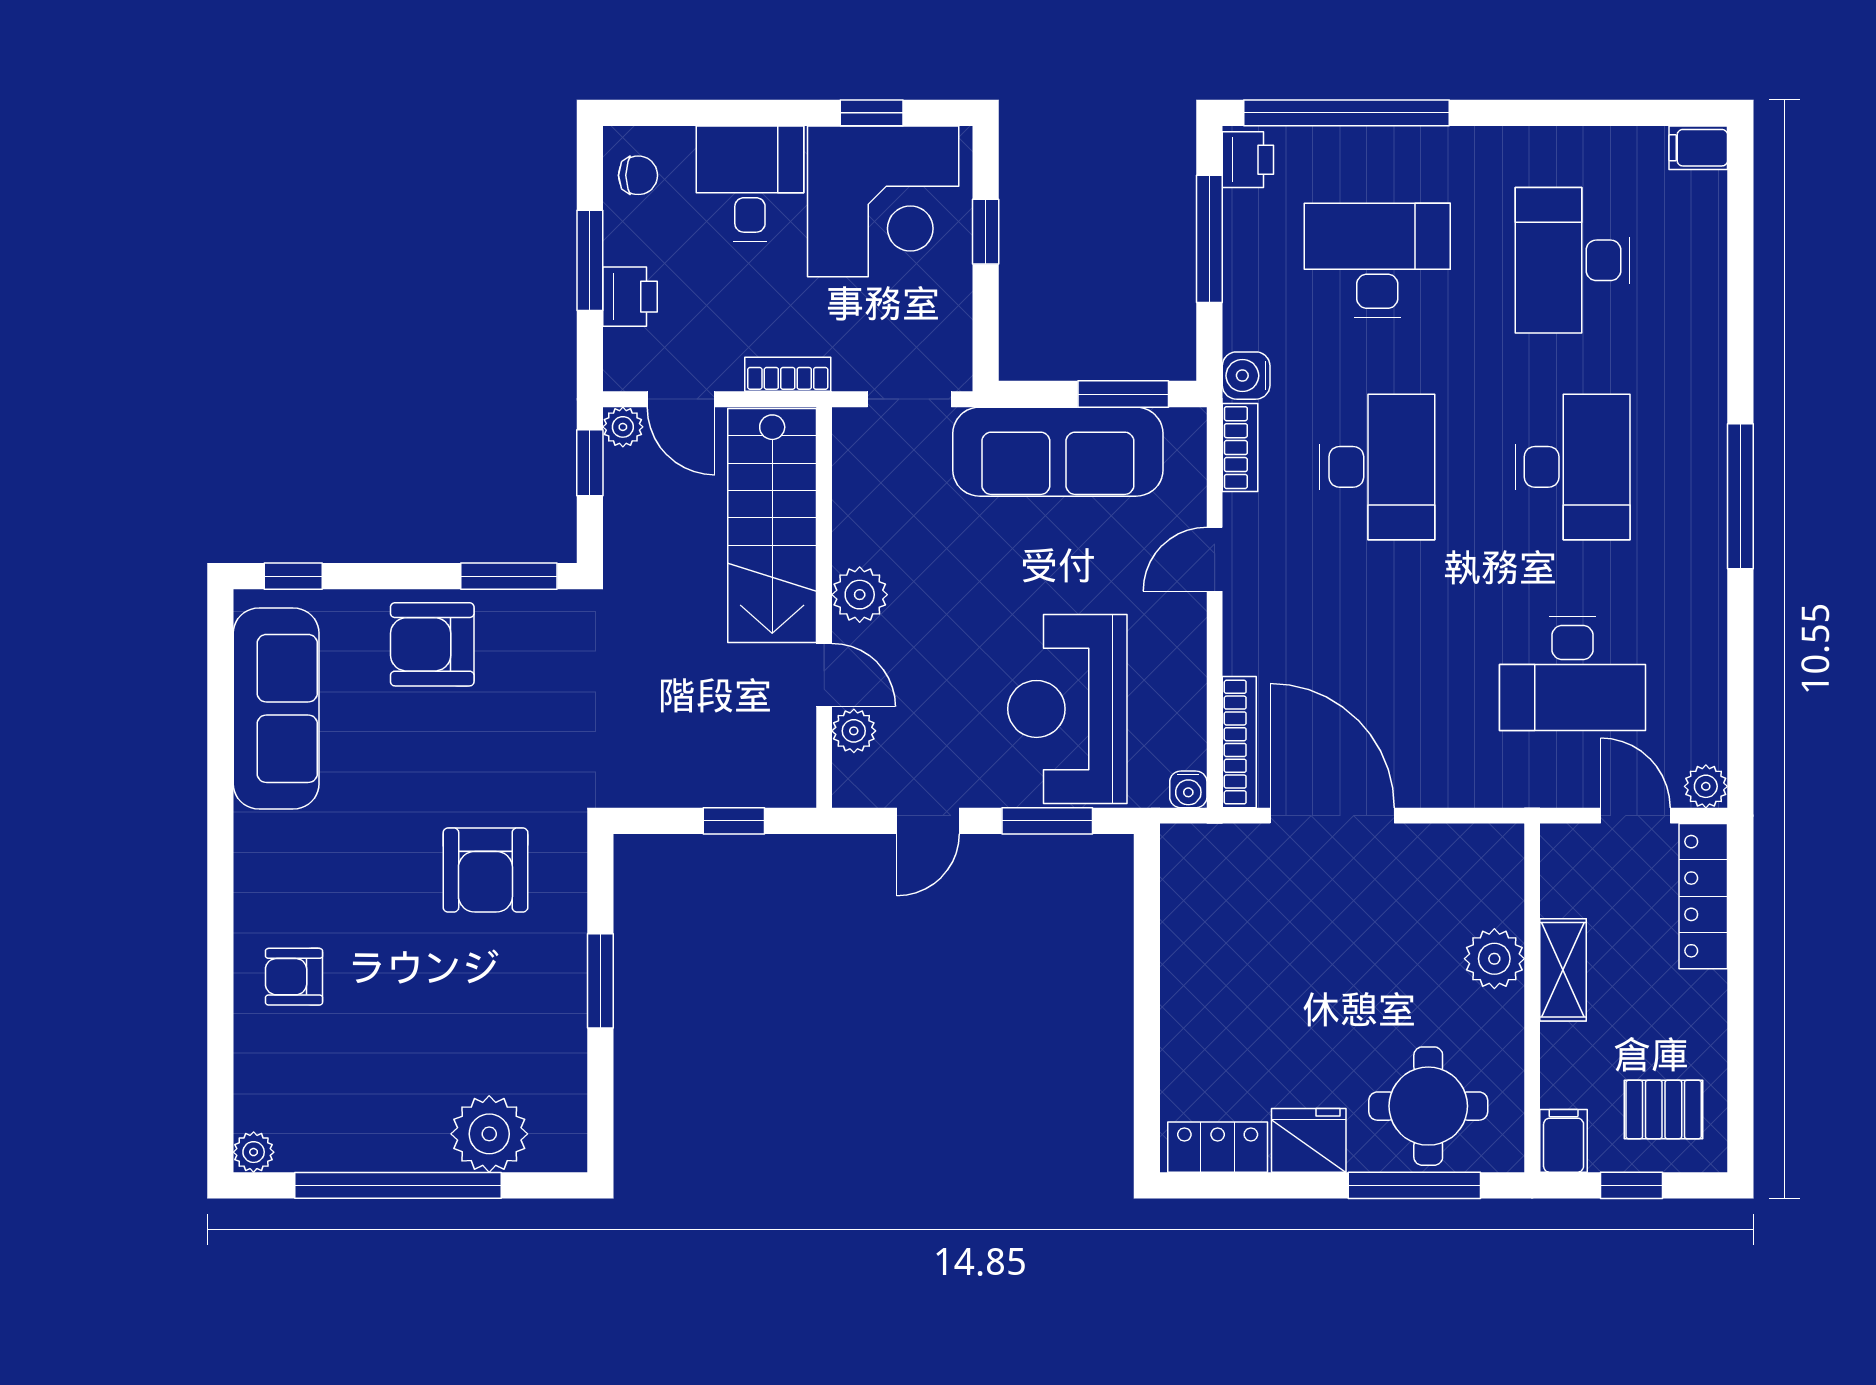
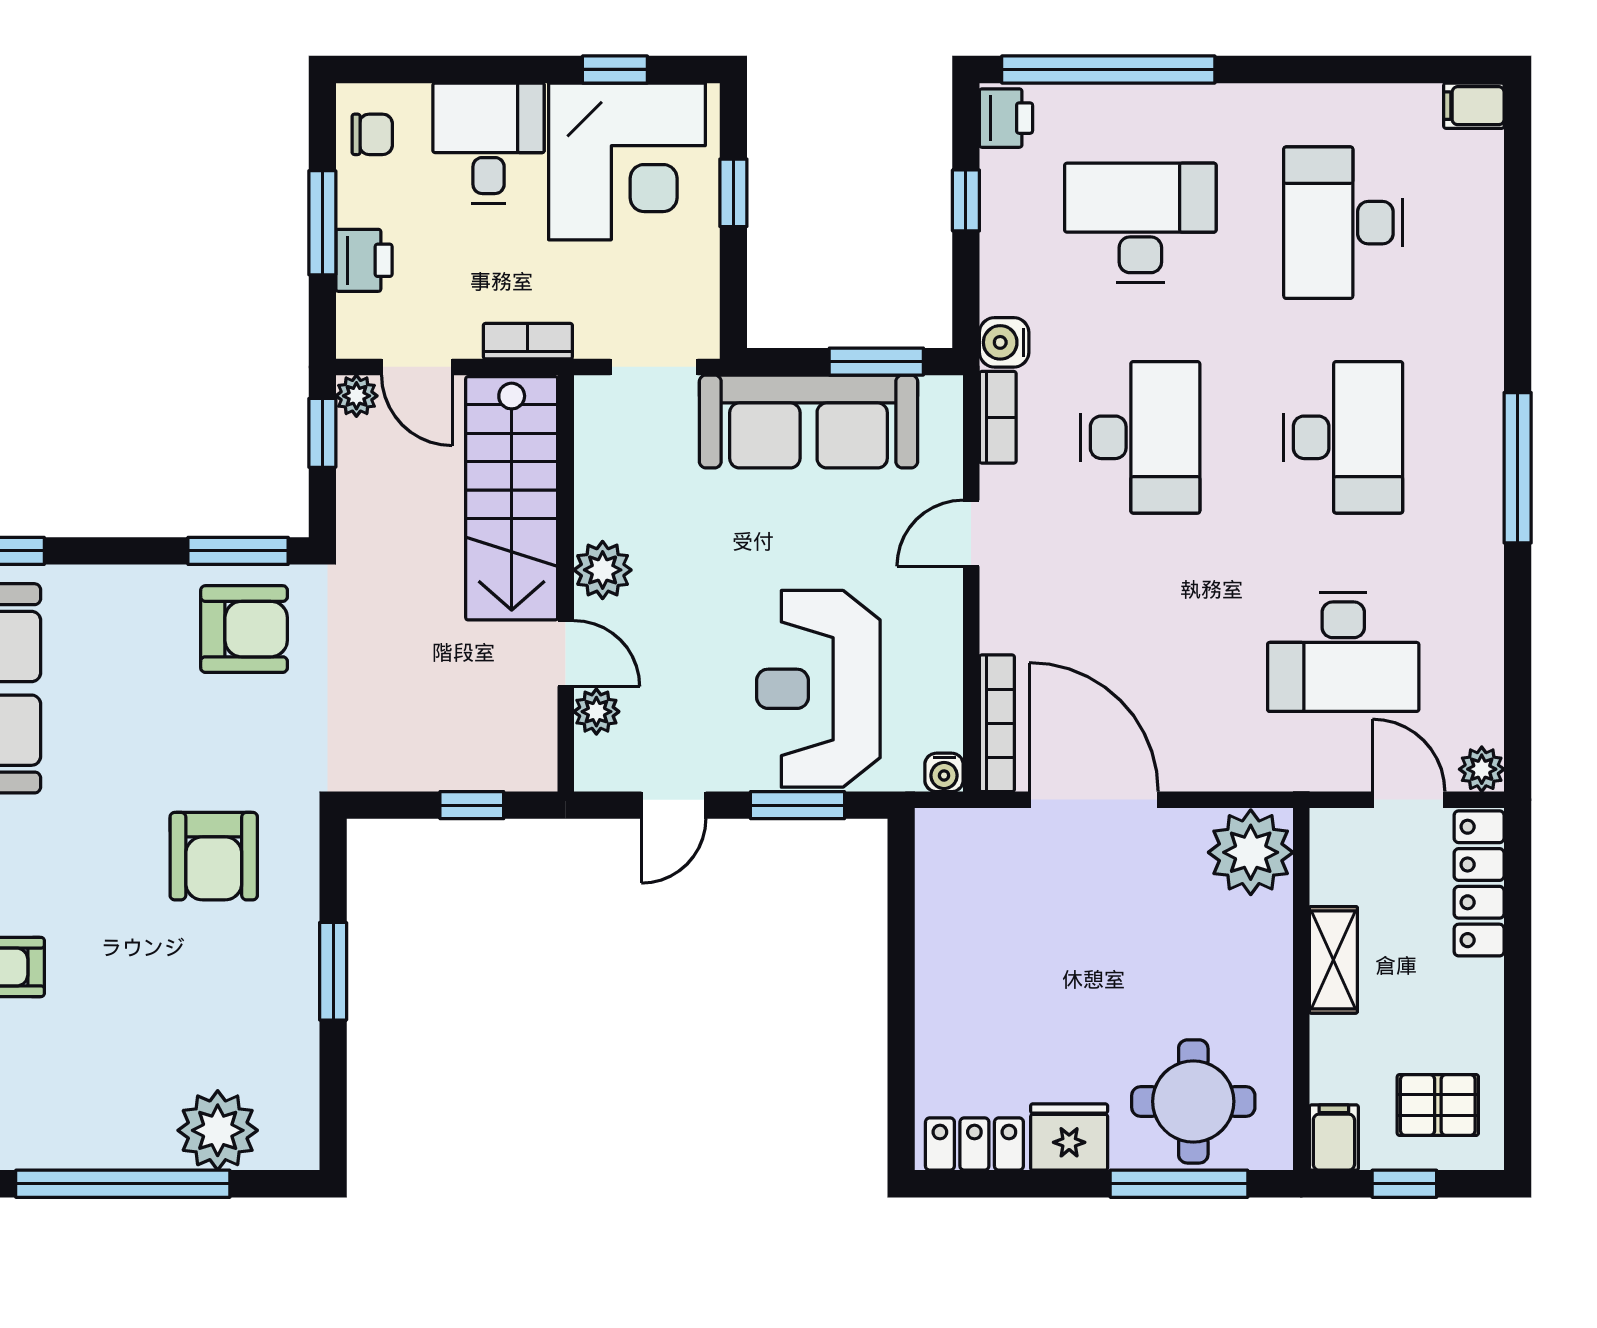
window: (1209, 239) -> (966, 200), width x0.46
armchair: (432, 644) -> (244, 629), moved, turned 180
plant: (1494, 959) -> (1251, 852), moved, width x1.36, depth x1.36

